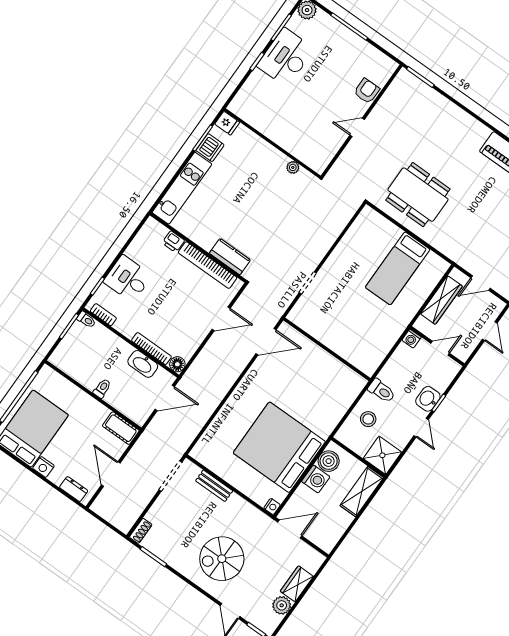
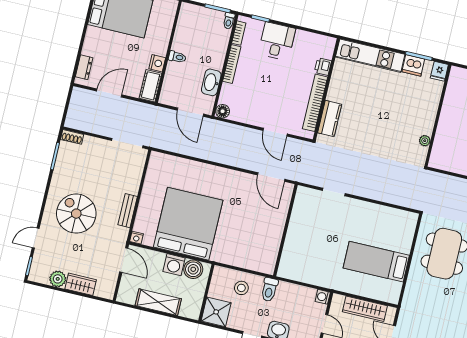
bookcase: (151, 349) -> (232, 64), moved
nightstand: (43, 467) -> (157, 63), moved, turned 180
bench: (214, 486) -> (128, 211), moved
shelving: (362, 492) -> (158, 302), moved

